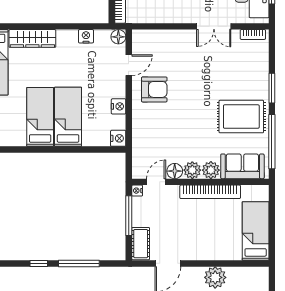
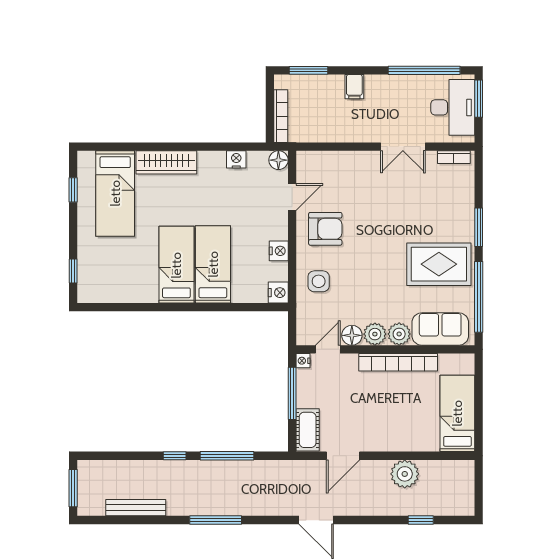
side table: (149, 130) -> (319, 281), added

